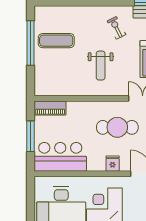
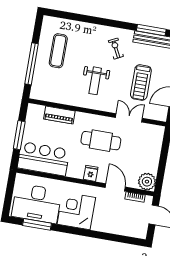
exercise mat: (56, 41) -> (58, 51), turned 90
window: (30, 43) -> (31, 64), moved
piano: (50, 108) -> (59, 115), moved

